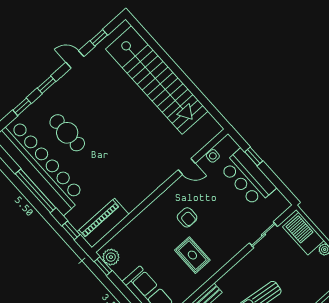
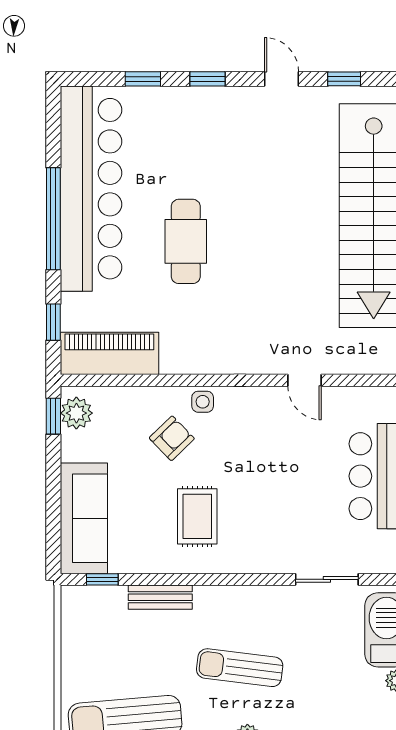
cafe table: (67, 133) -> (186, 241), moved
side table: (213, 156) -> (203, 402), moved
armchair: (187, 217) -> (172, 438), moved, turned -134

